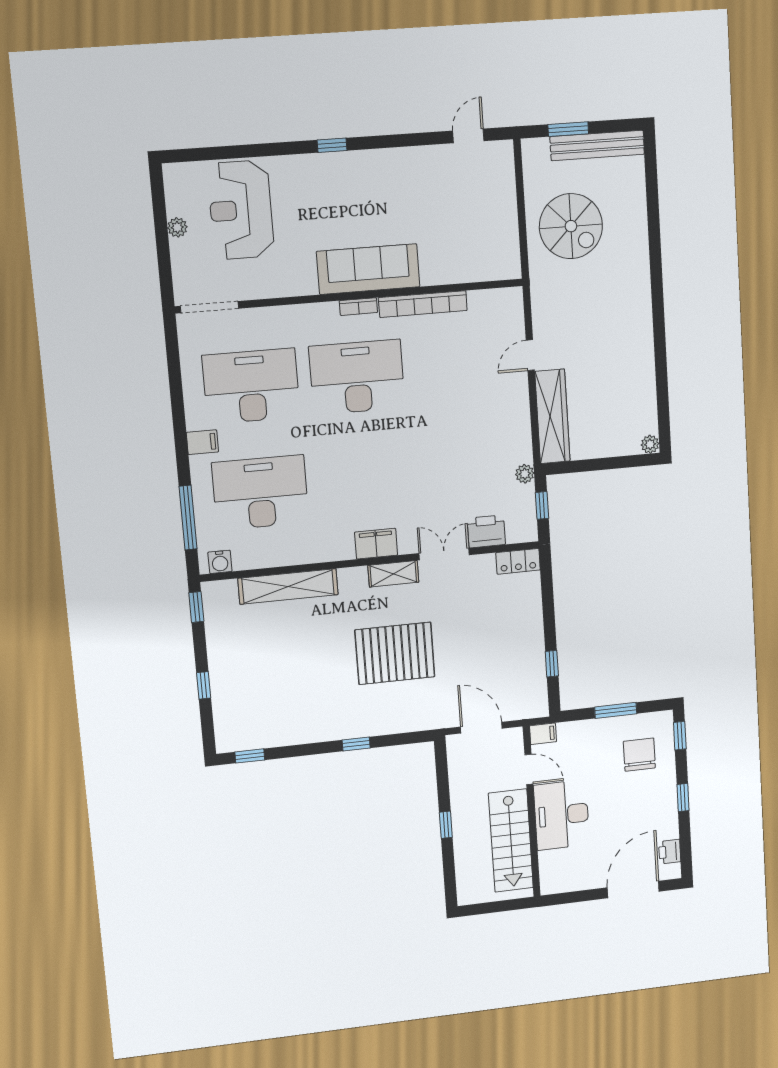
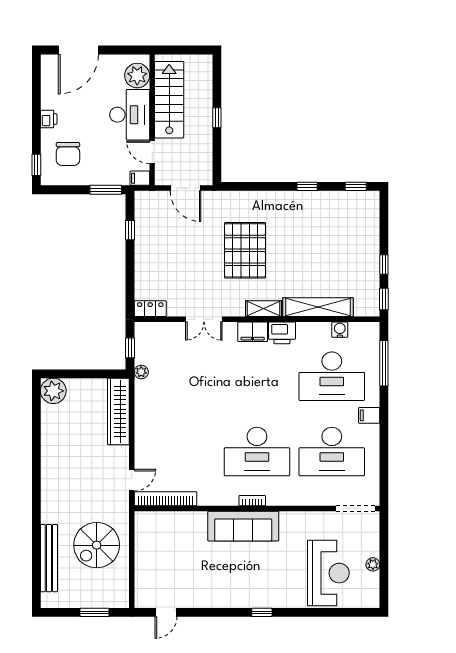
bench: (597, 145) -> (49, 558), moved, turned 90
spiral stairs: (571, 226) -> (97, 545), turned -90
bookcase: (423, 304) -> (165, 499), moved
door: (530, 355) -> (132, 480), moved
plant: (650, 444) -> (53, 391), width x1.87, depth x1.87
printer: (486, 531) -> (282, 333), moved
water cooler: (220, 562) -> (340, 330), moved
shelving: (393, 574) -> (264, 309), moved
pallet: (395, 653) -> (245, 250), turned 90
window: (204, 685) -> (384, 265), moved
window: (616, 710) -> (106, 190), moved
window: (356, 744) -> (307, 186), moved
window: (683, 797) -> (36, 117), removed
printer: (670, 852) -> (49, 119), moved
plant: (555, 866) -> (137, 76), added

